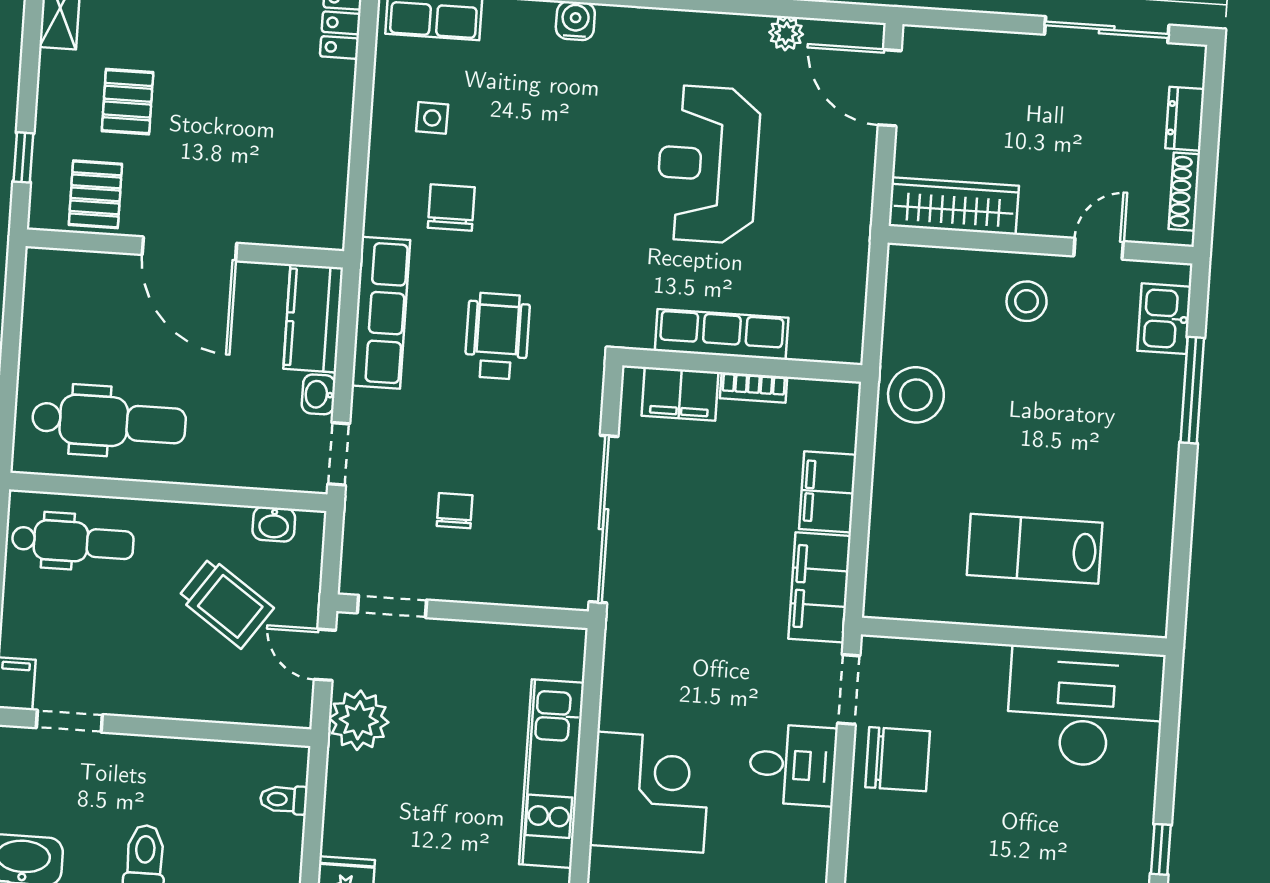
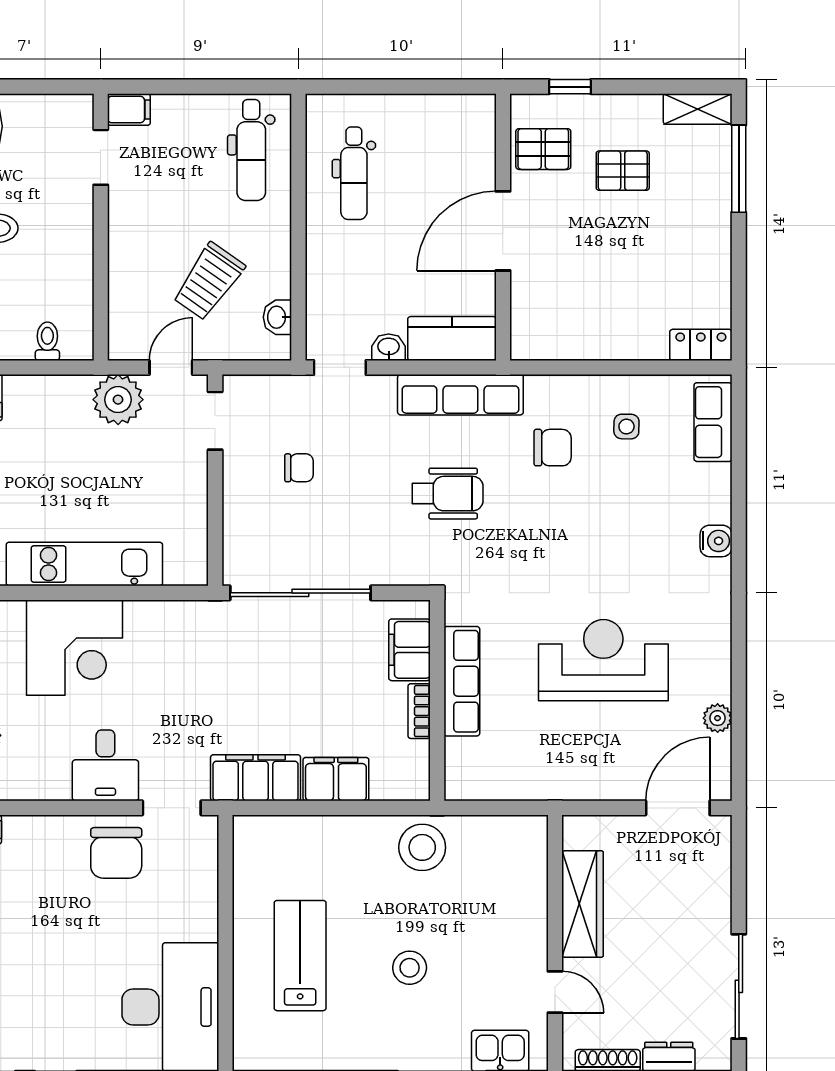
wardrobe: (954, 206) -> (583, 904), moved
stool: (1027, 301) -> (410, 968), moved
dental chair: (109, 421) -> (354, 173), width x0.73, depth x0.72

